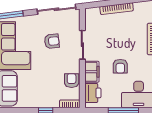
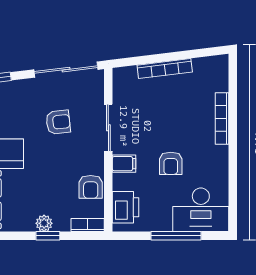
filing cabinet: (92, 72) -> (124, 164), width x0.50
armchair: (72, 81) -> (91, 187), turned 180
plant: (43, 103) -> (44, 223), added

